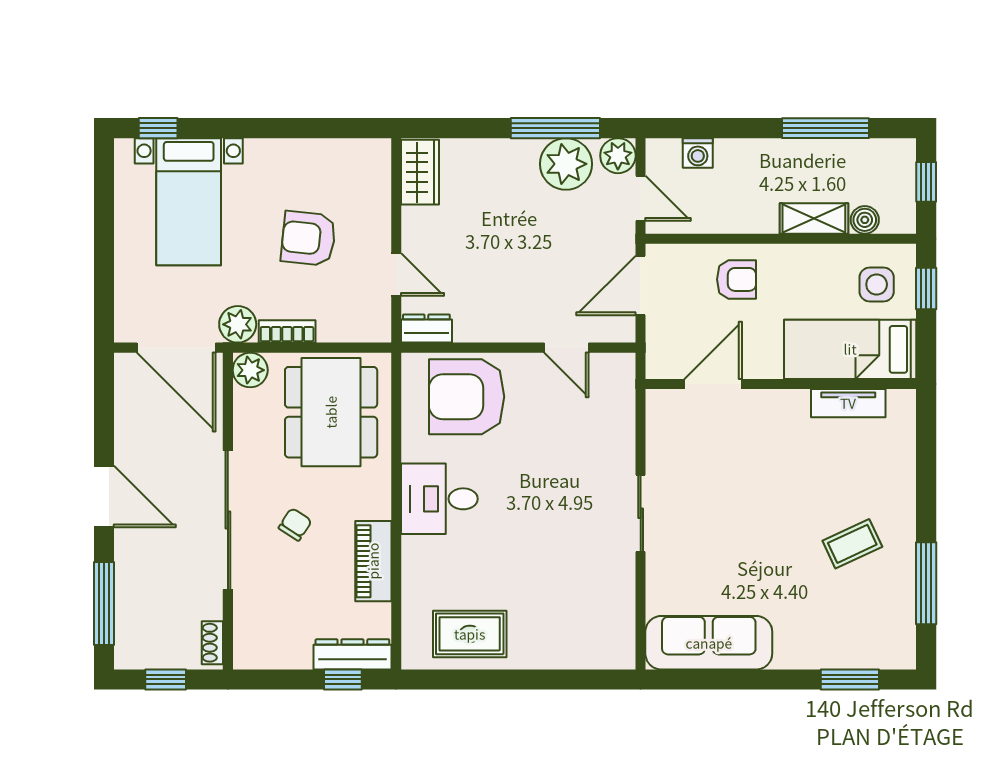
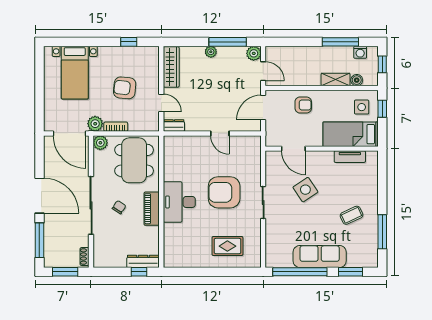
window: (158, 128) -> (129, 42), moved
washing machine: (698, 153) -> (360, 52), moved
plant: (566, 164) -> (211, 52), moved, width x0.53, depth x0.53
wardrobe: (420, 172) -> (171, 67), width x1.50
door: (566, 348) -> (220, 133), moved
door: (713, 384) -> (293, 149), swing flipped
armchair: (467, 397) -> (224, 192), moved
side table: (742, 482) -> (305, 190), added
door: (104, 497) -> (39, 196), width x1.36
desk: (439, 499) -> (179, 202), width x1.37
piano: (373, 561) -> (152, 209), moved
rug: (470, 634) -> (227, 246), moved
sofa: (709, 643) -> (320, 256), moved
window: (166, 679) -> (65, 272), width x1.50
window: (729, 679) -> (300, 272), added

